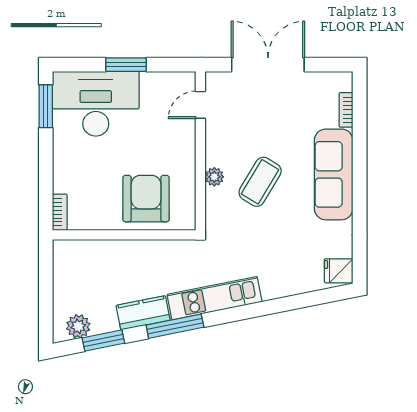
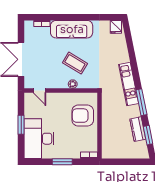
window: (46, 106) -> (62, 162), moved
kitchen counter: (143, 313) -> (138, 129), moved
plant: (78, 326) -> (142, 147), removed

